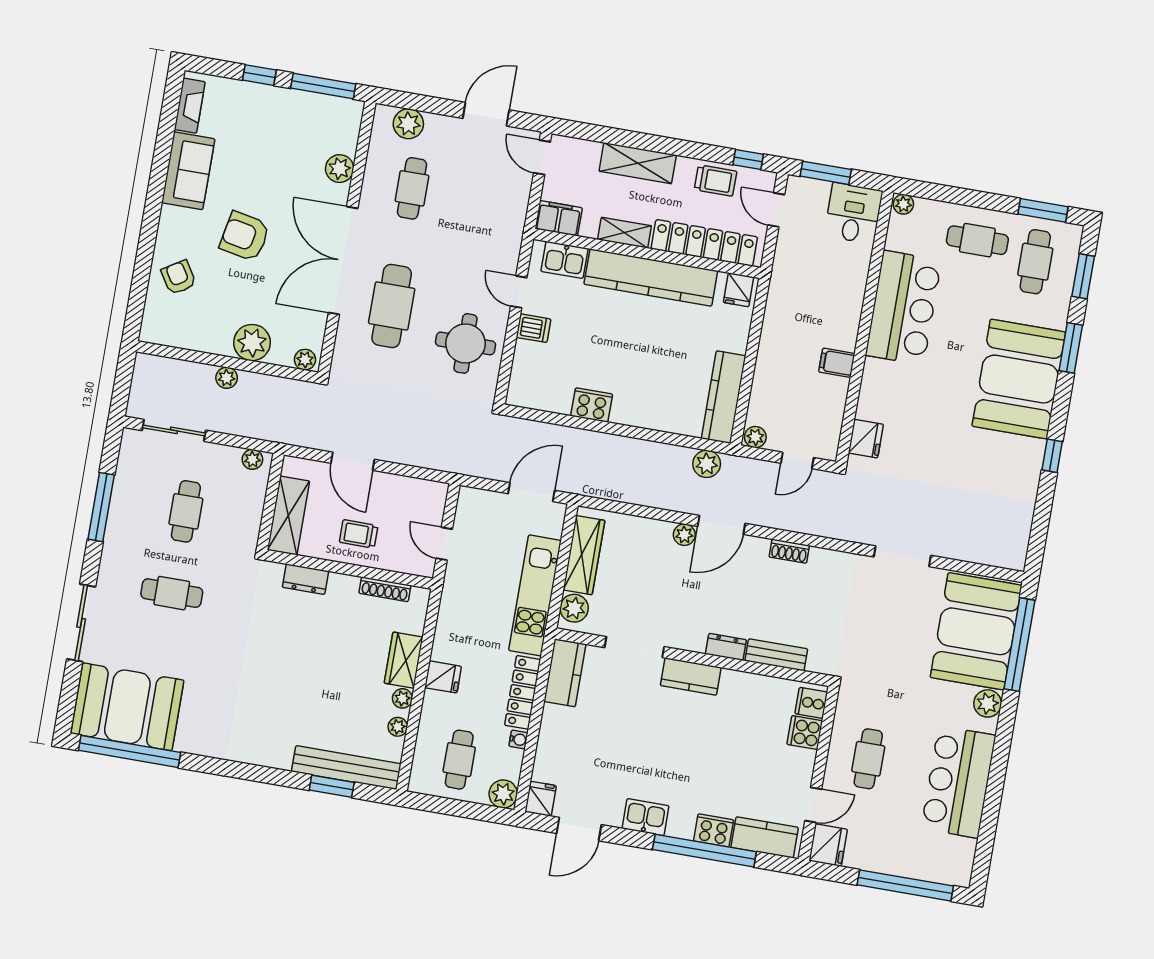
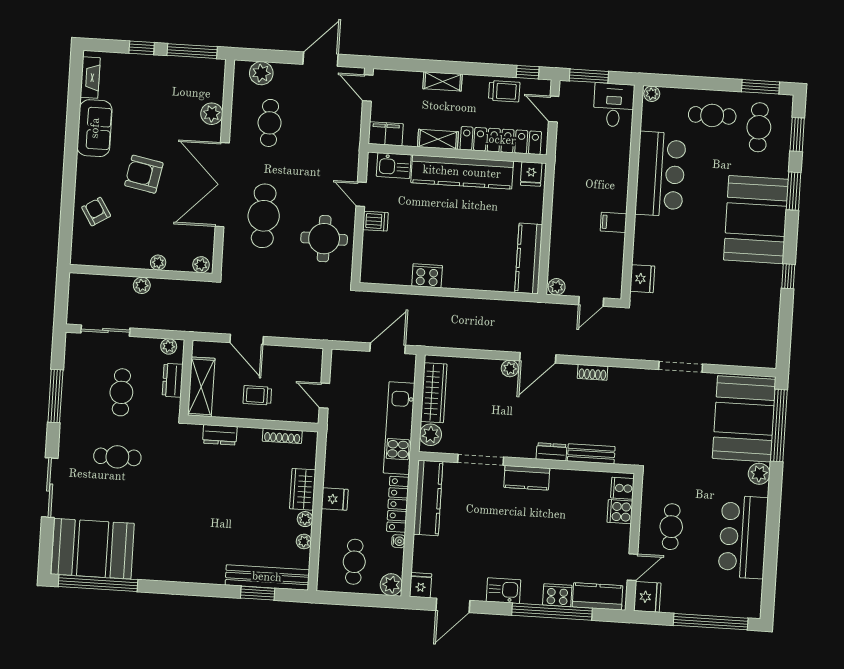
shelving: (638, 163) -> (443, 81), width x0.67, depth x0.75
plant: (252, 343) -> (158, 263), width x0.53, depth x0.53
plant: (707, 464) -> (521, 312), removed
dresser: (253, 503) -> (173, 380), added
kitchen counter: (565, 673) -> (428, 498), width x1.50

